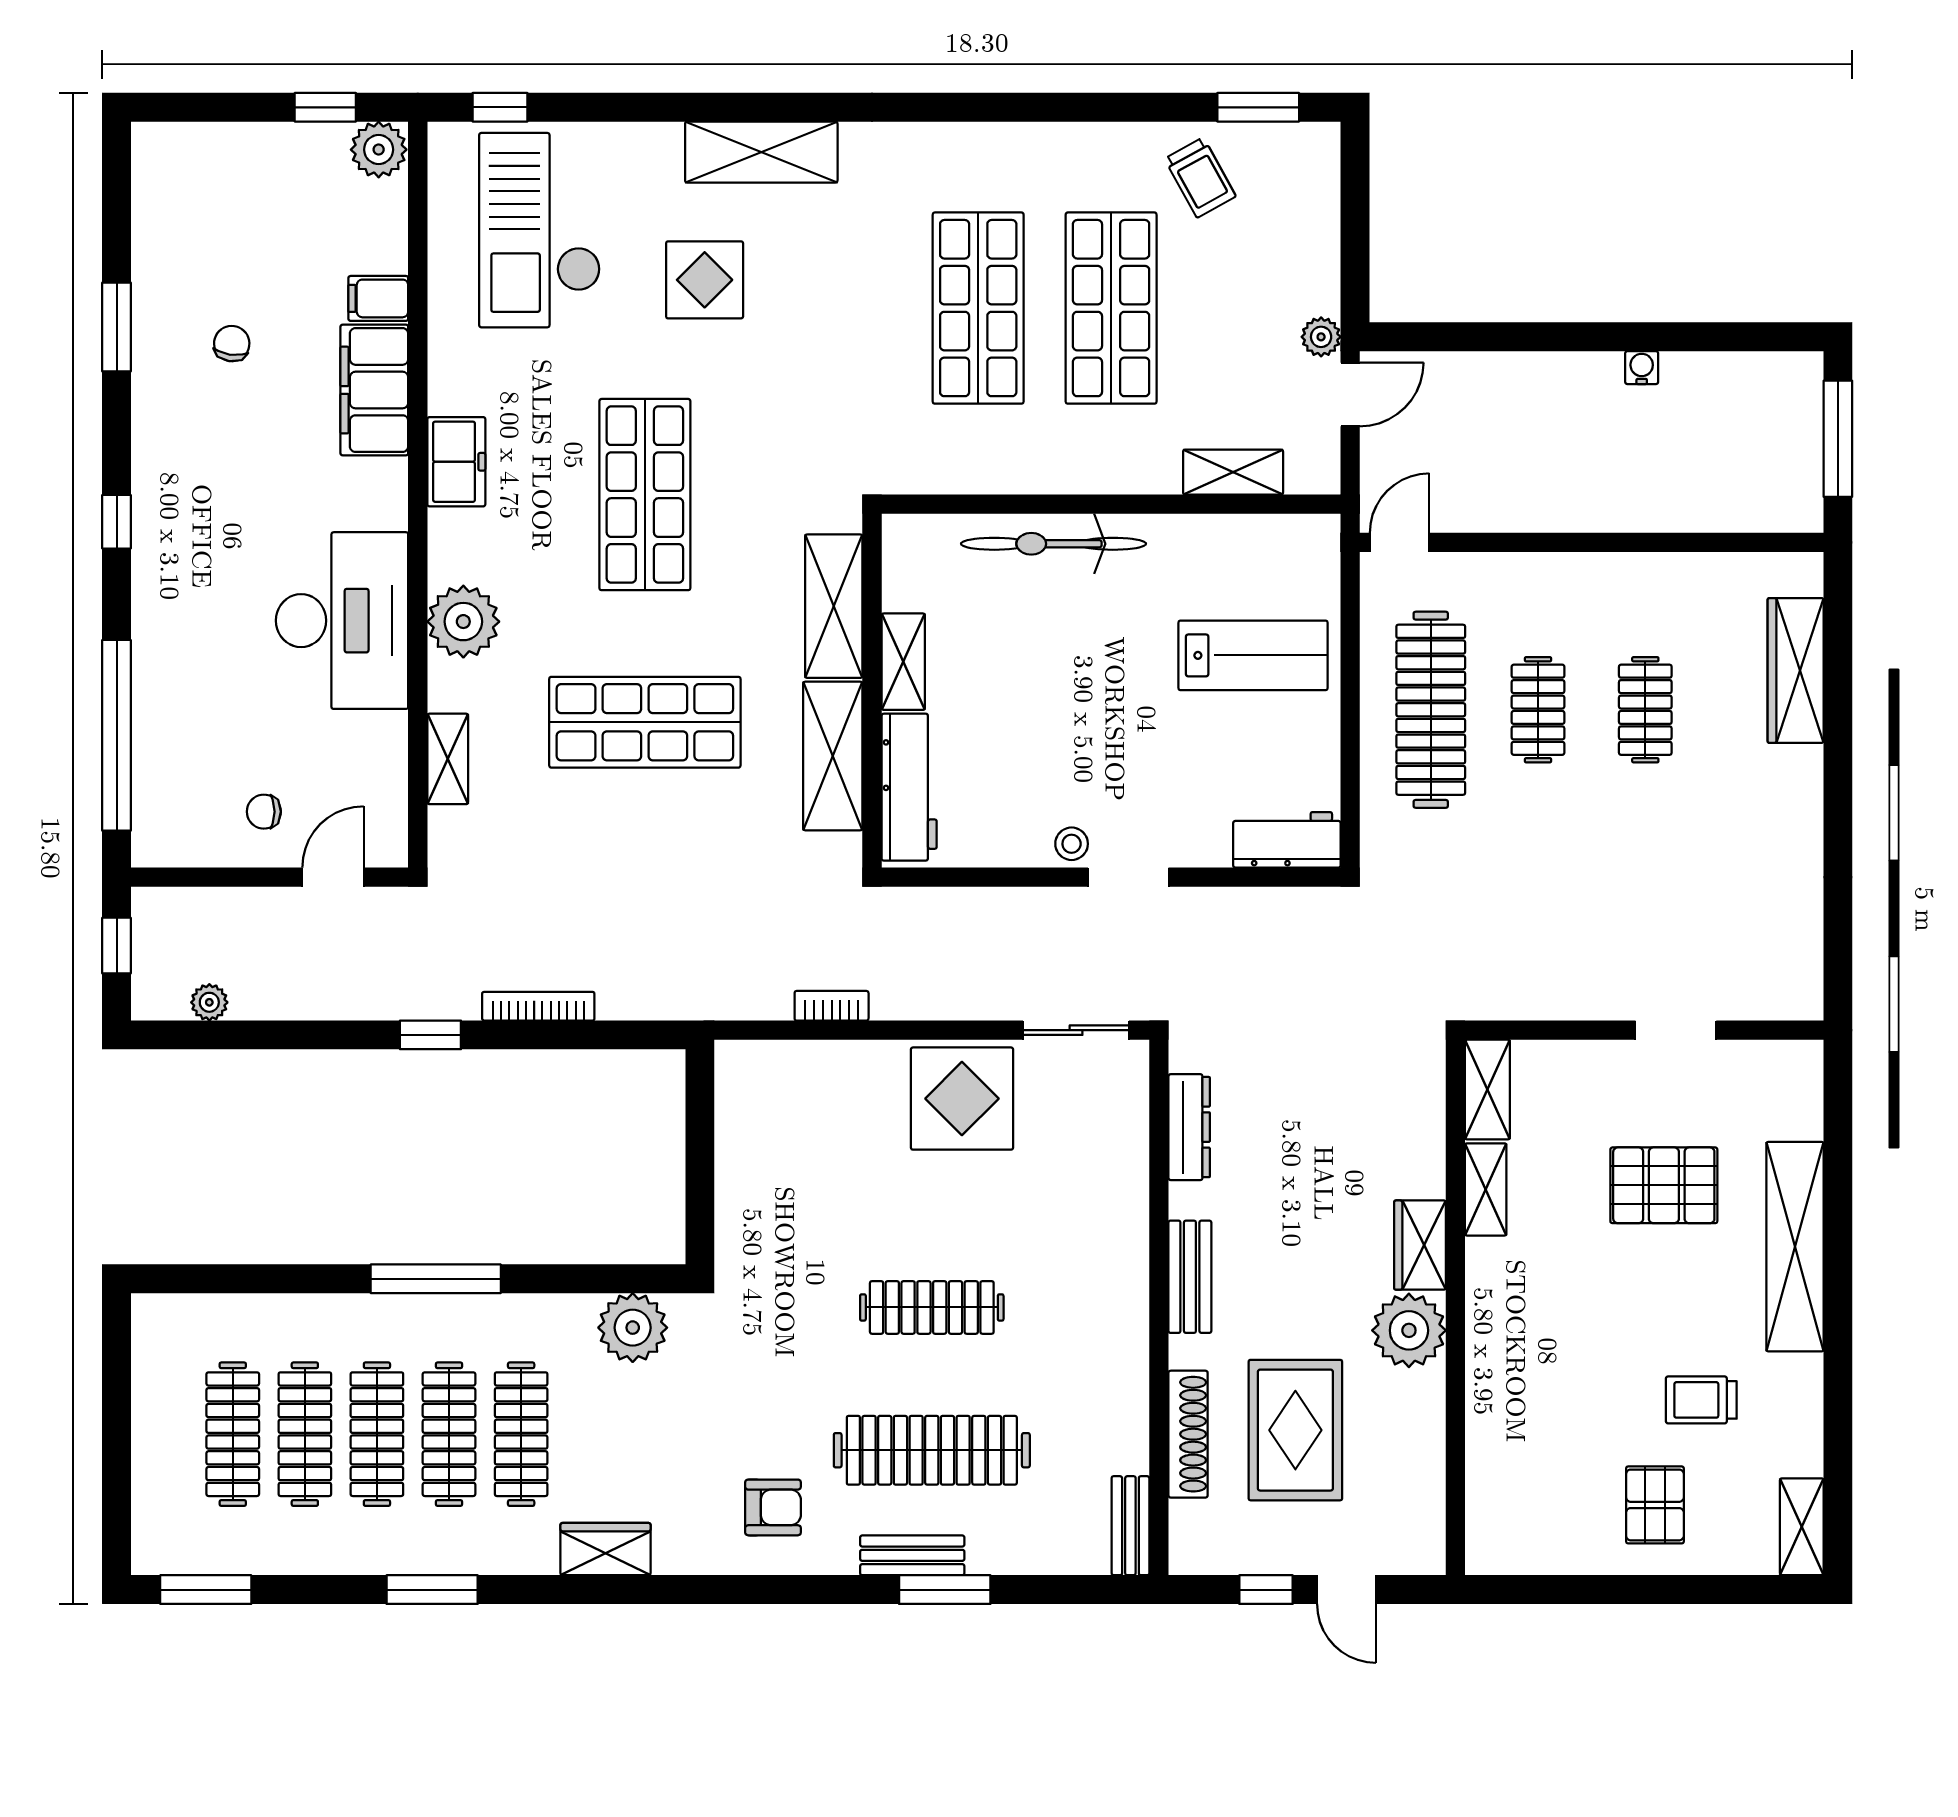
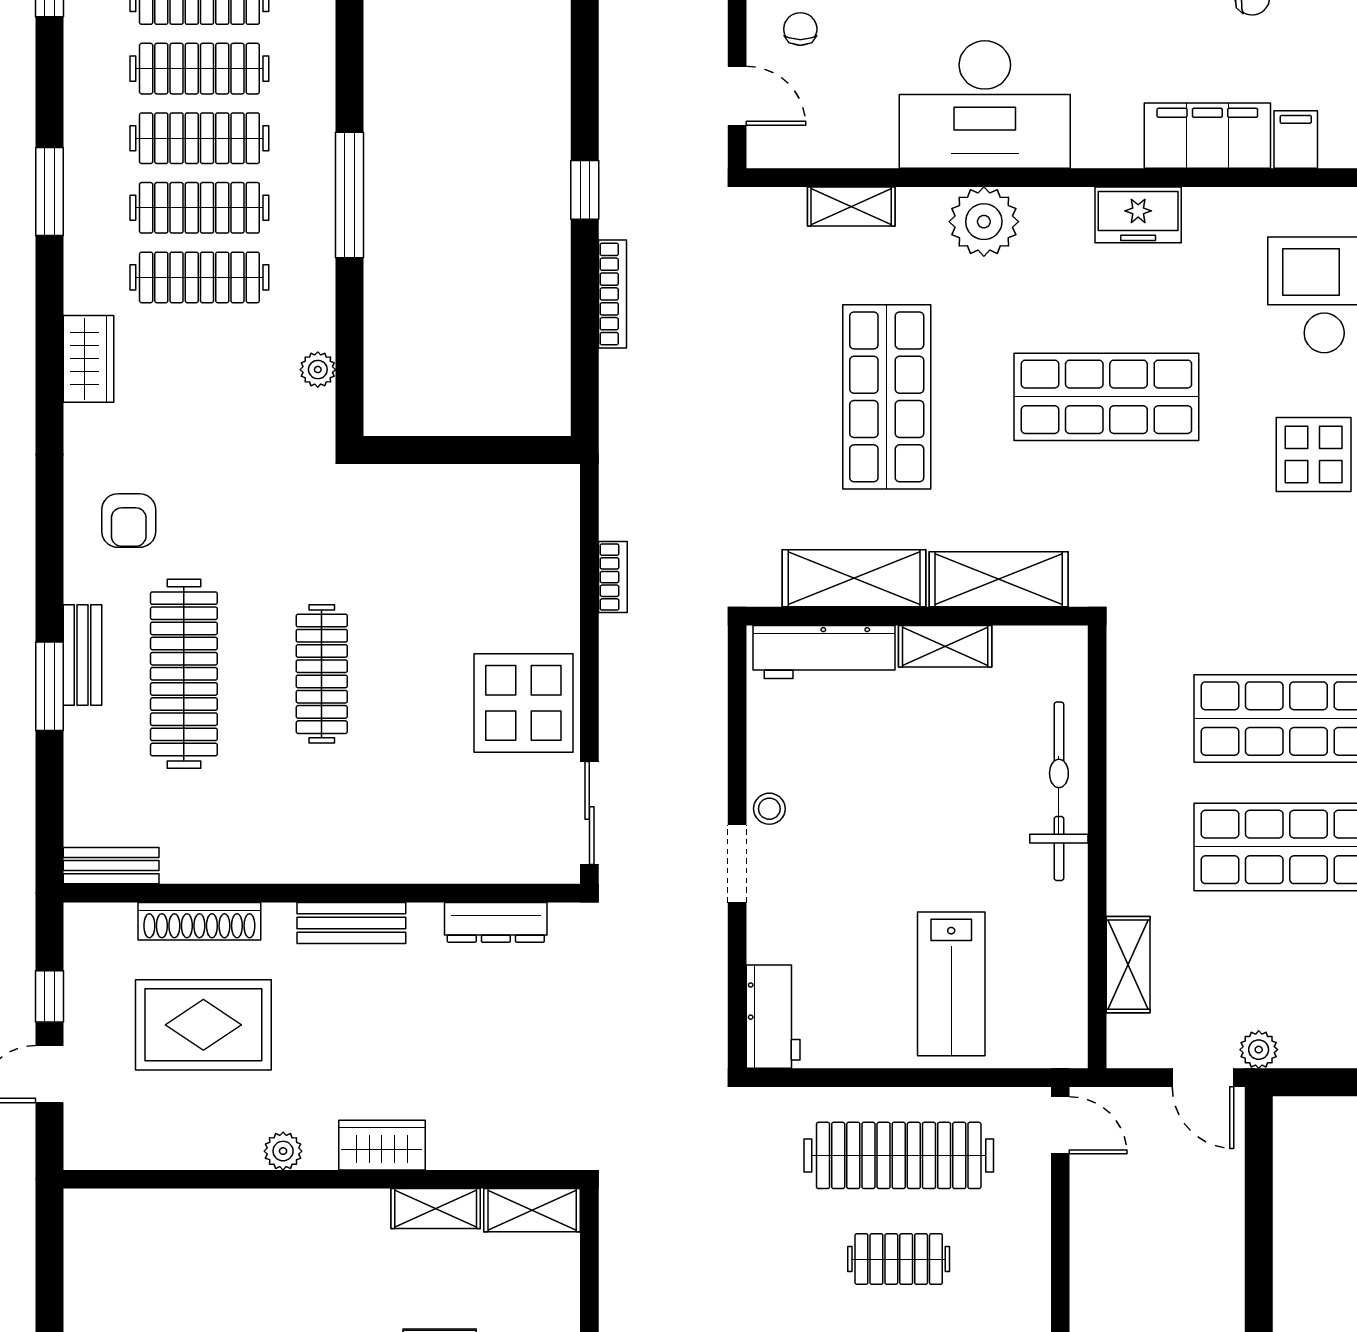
plant: (633, 1328) -> (318, 370), width x0.53, depth x0.53
plant: (1409, 1330) -> (283, 1151), width x0.53, depth x0.53

